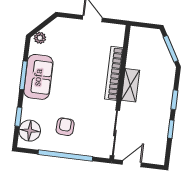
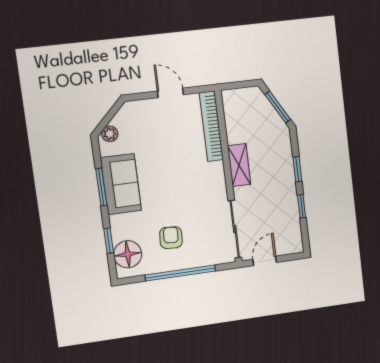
bookcase: (114, 73) -> (211, 126), moved

